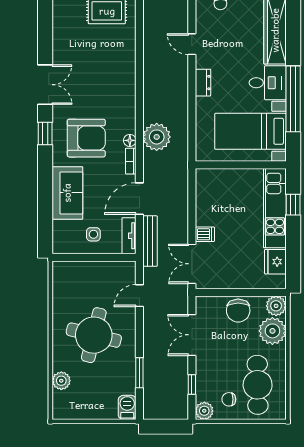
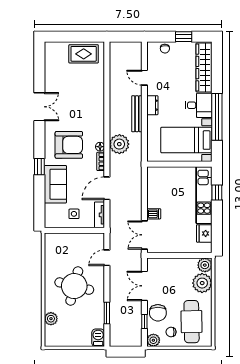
window: (45, 133) -> (39, 167), moved
bench: (150, 241) -> (137, 114), moved
chair: (238, 311) -> (158, 313), moved

